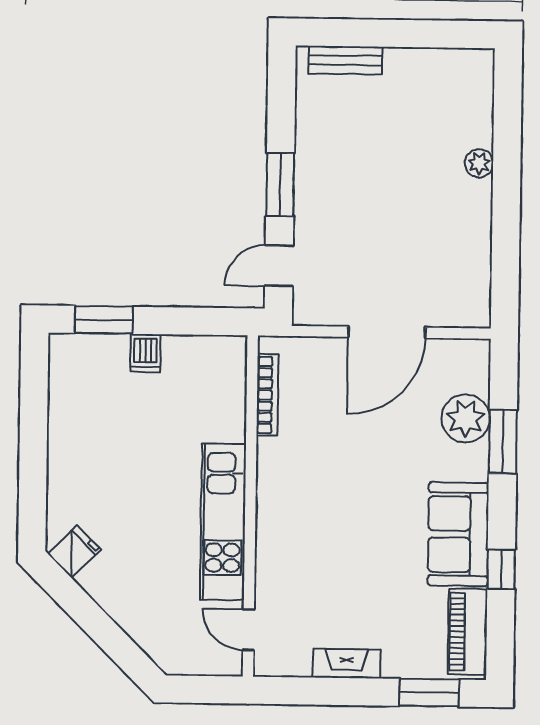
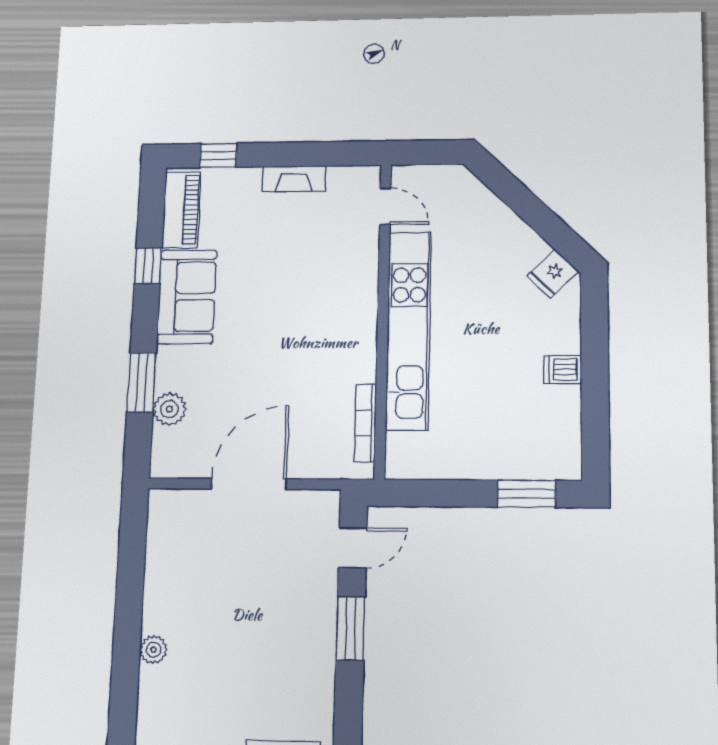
dishwasher: (145, 353) -> (563, 369), moved, turned -90
plant: (466, 418) -> (169, 409), width x0.73, depth x0.73
kitchen unit: (223, 522) -> (409, 330), width x1.36
window: (429, 693) -> (218, 155), width x0.67

